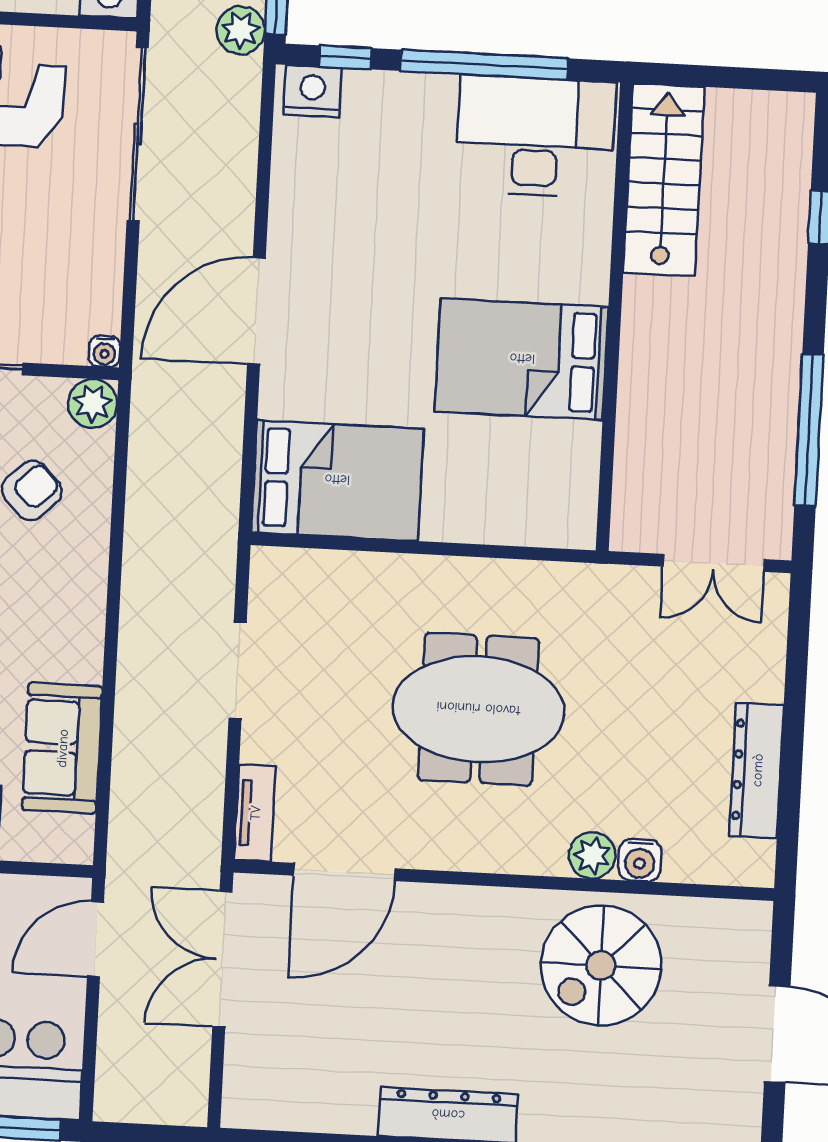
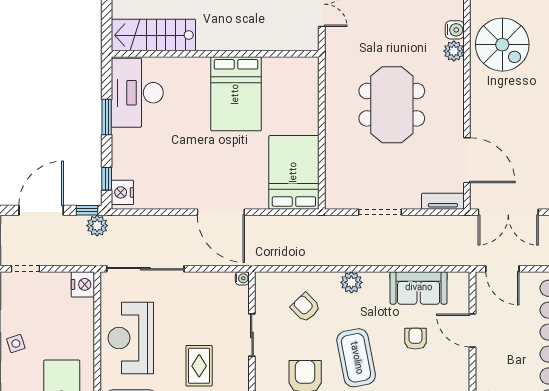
window: (484, 65) -> (107, 117), width x0.47
plant: (93, 403) -> (351, 282), moved

